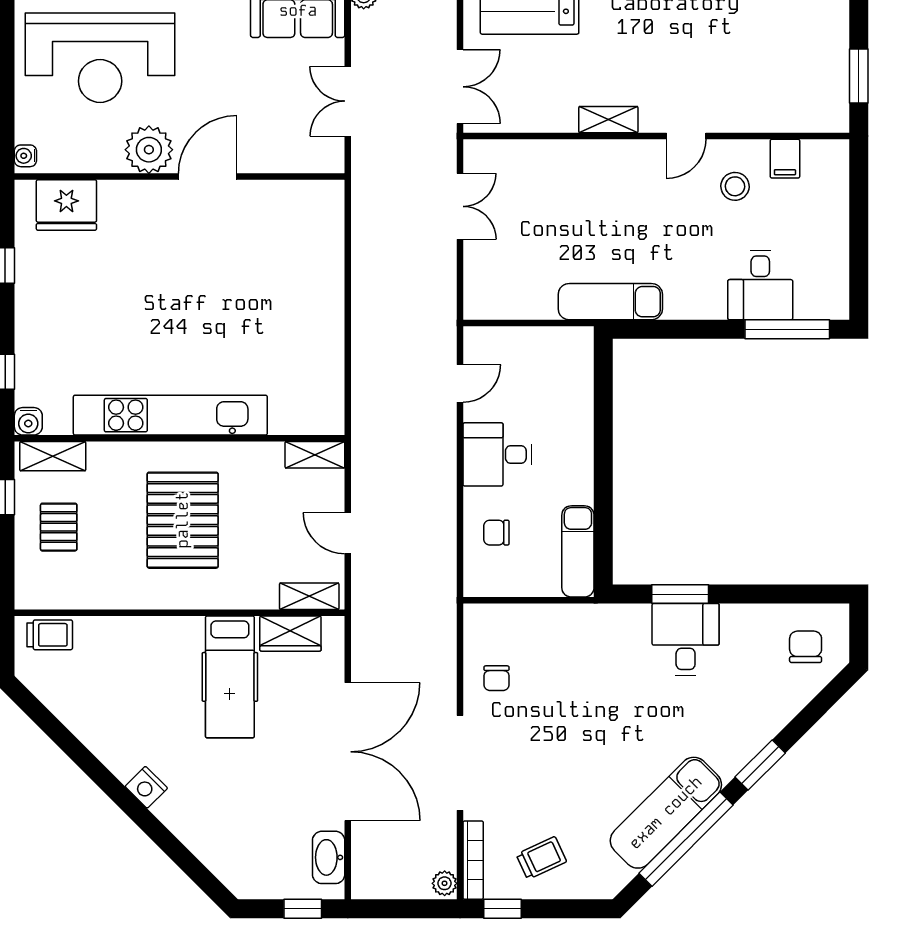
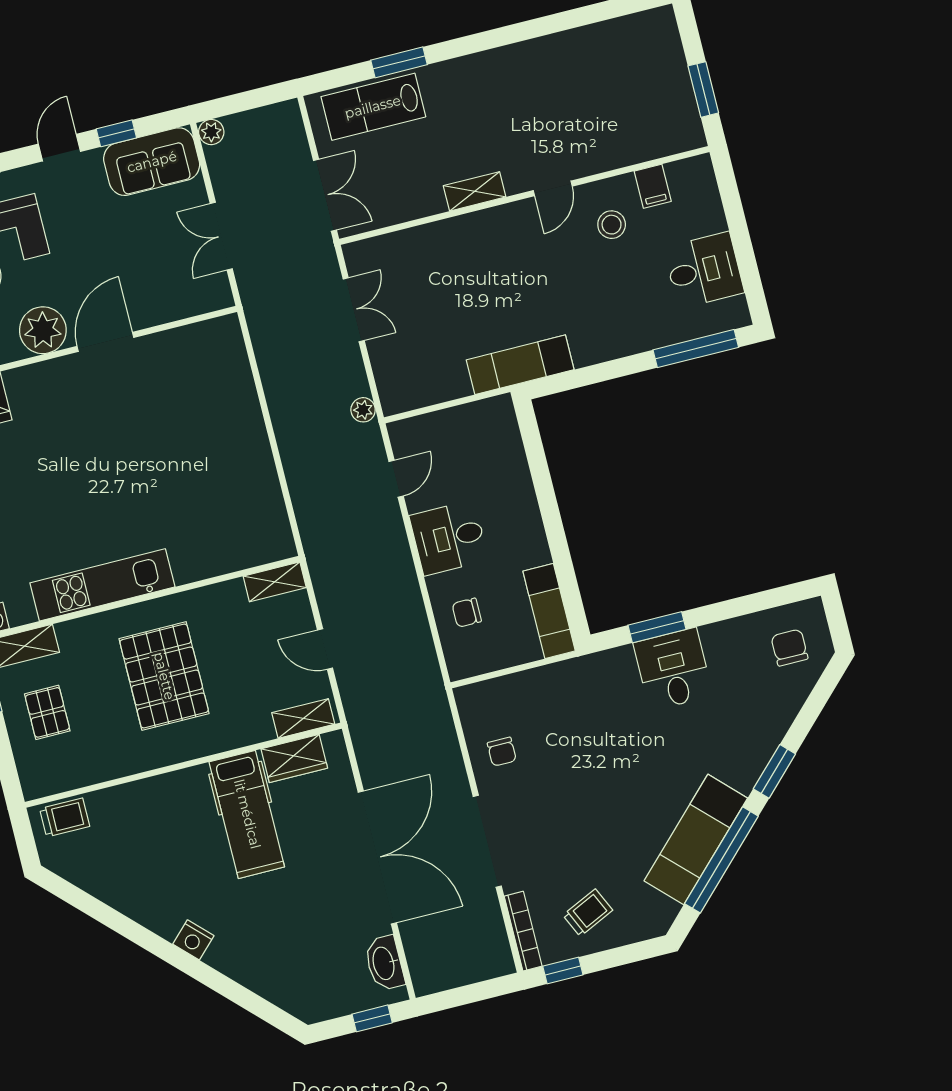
desk: (760, 285) -> (704, 270), moved, turned -90
kitchen unit: (170, 415) -> (102, 585), width x0.73
plant: (445, 883) -> (363, 410), moved

